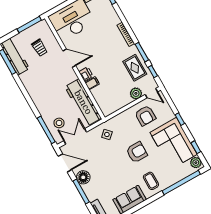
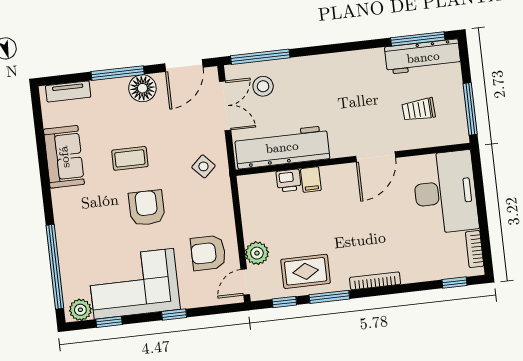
printer: (86, 74) -> (289, 181), moved
armchair: (137, 152) -> (147, 208), turned 180
coffee table: (151, 181) -> (130, 158), moved

